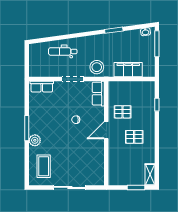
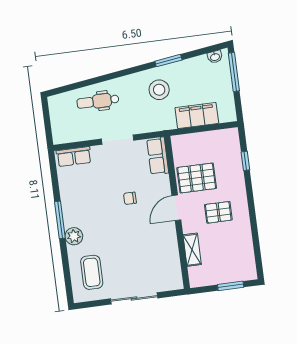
stool: (97, 67) -> (159, 90), moved
pallet: (123, 112) -> (197, 178), width x1.50, depth x1.42
shelving: (150, 175) -> (192, 250), moved

